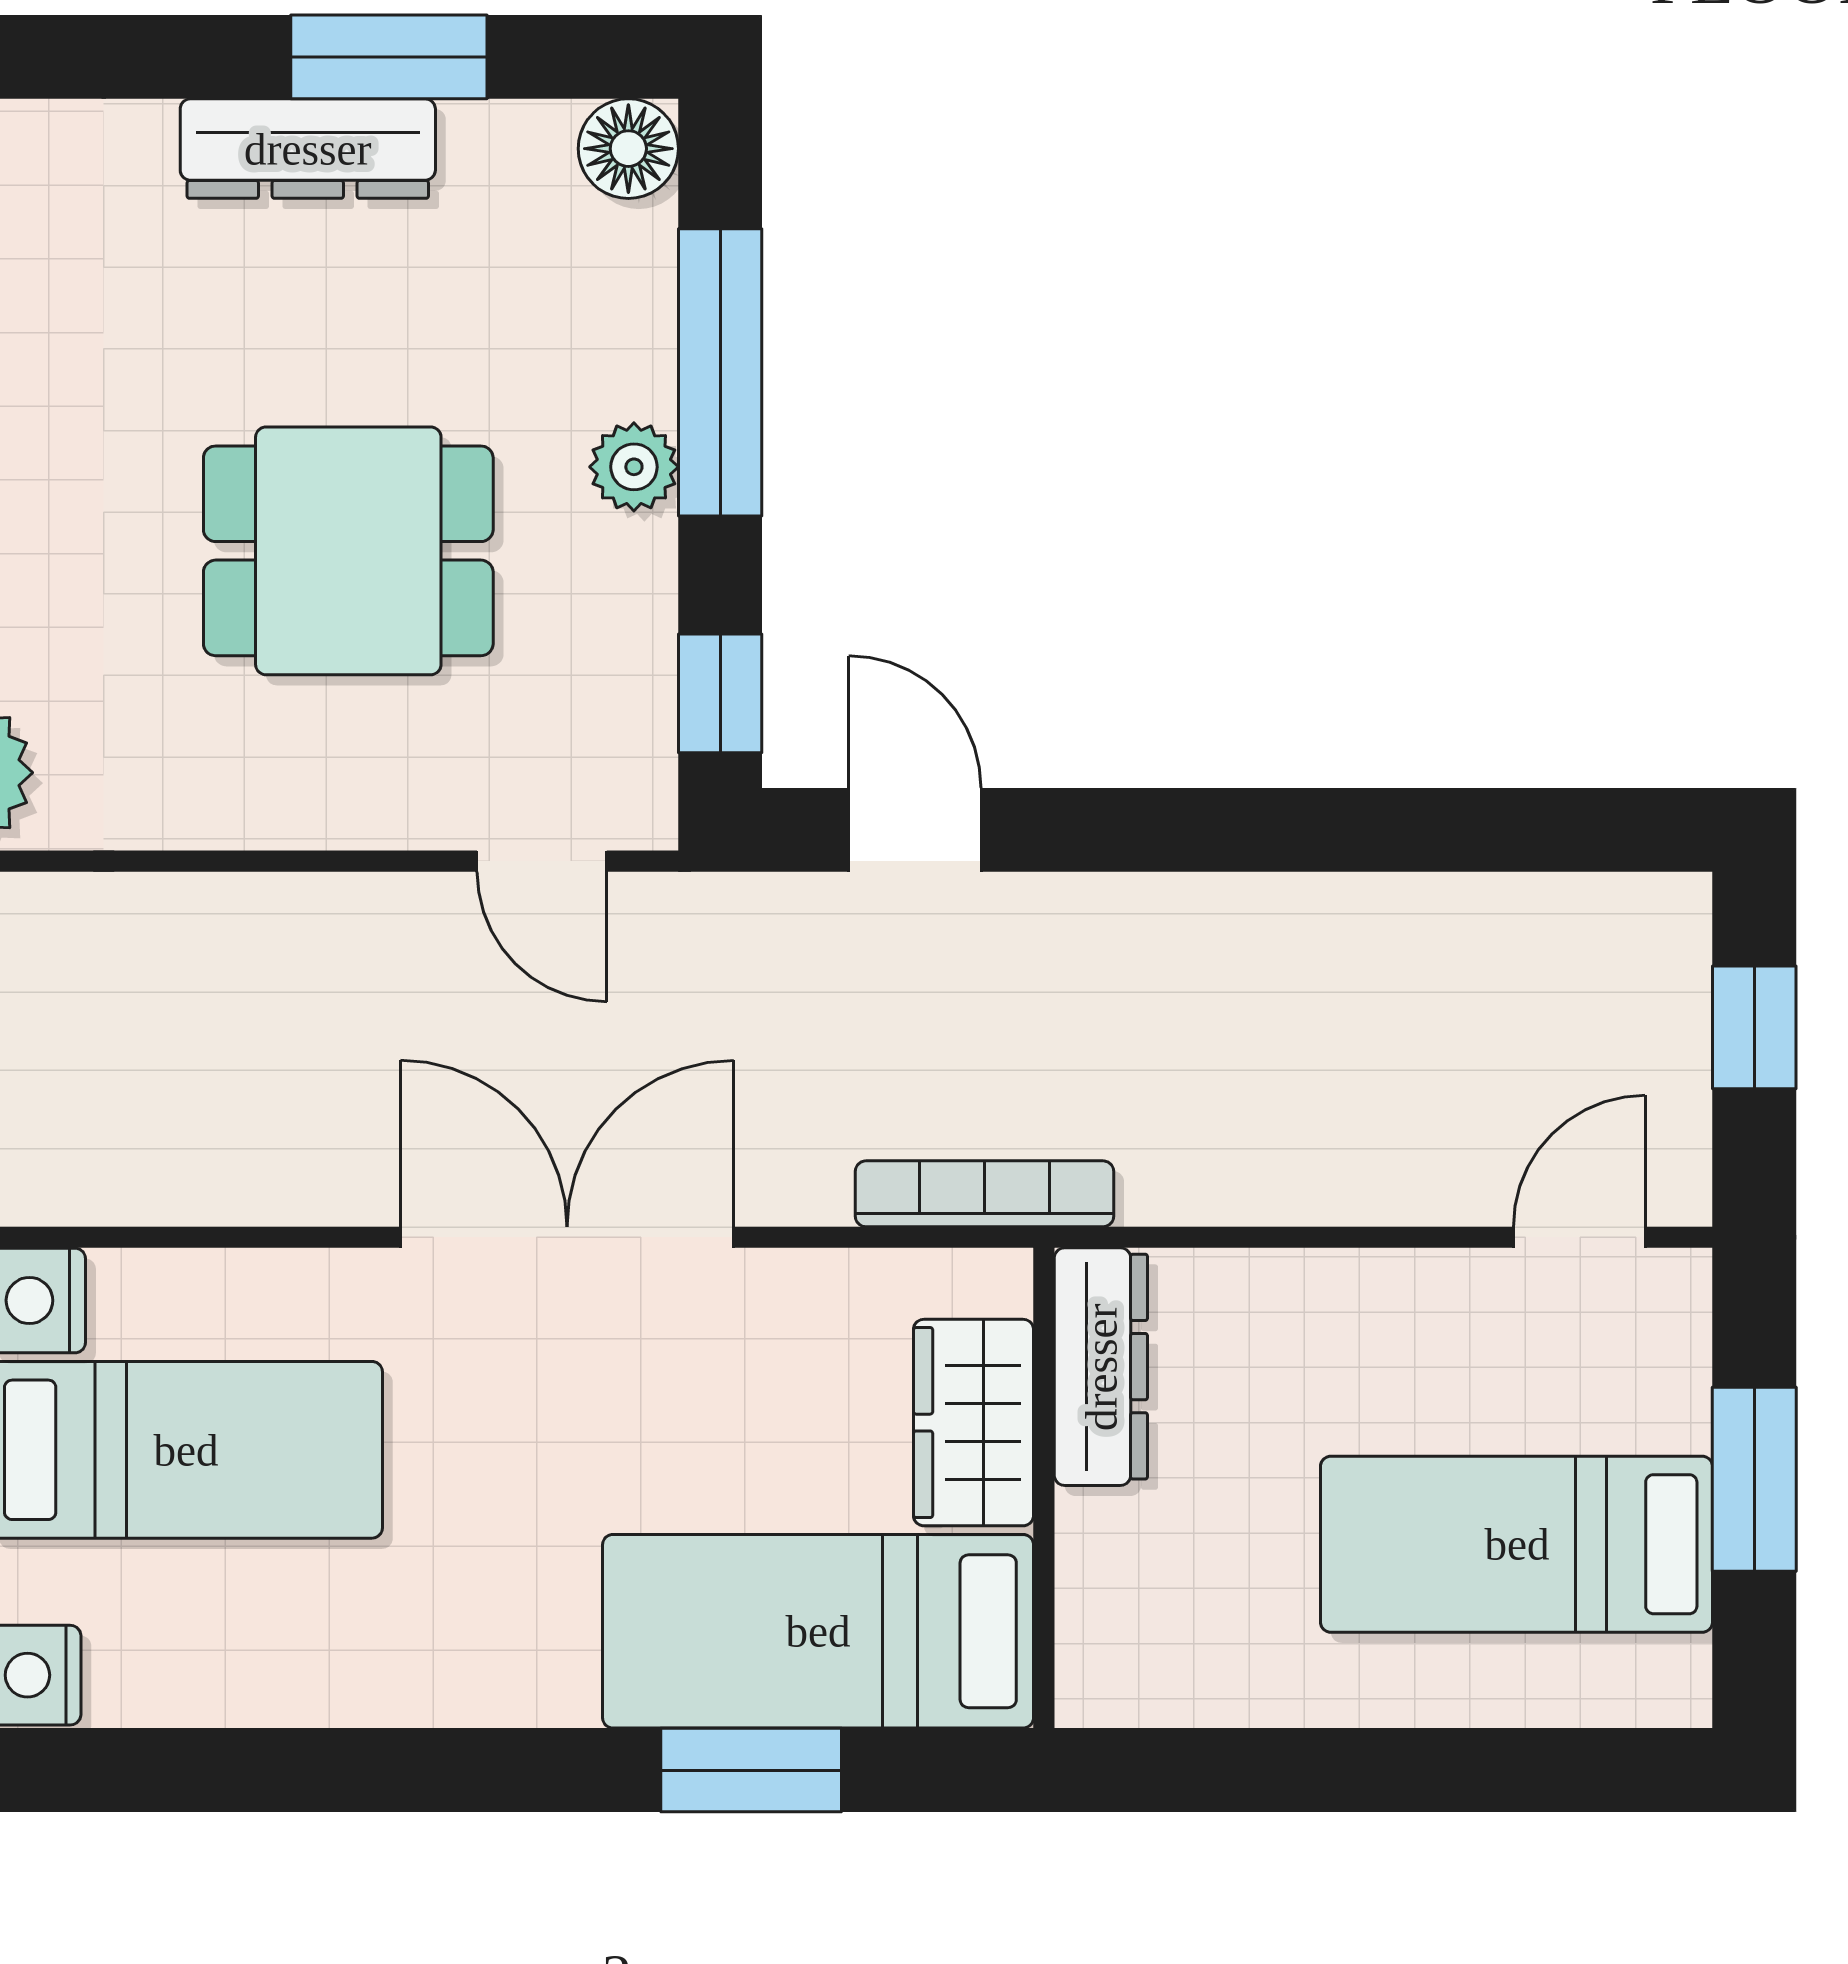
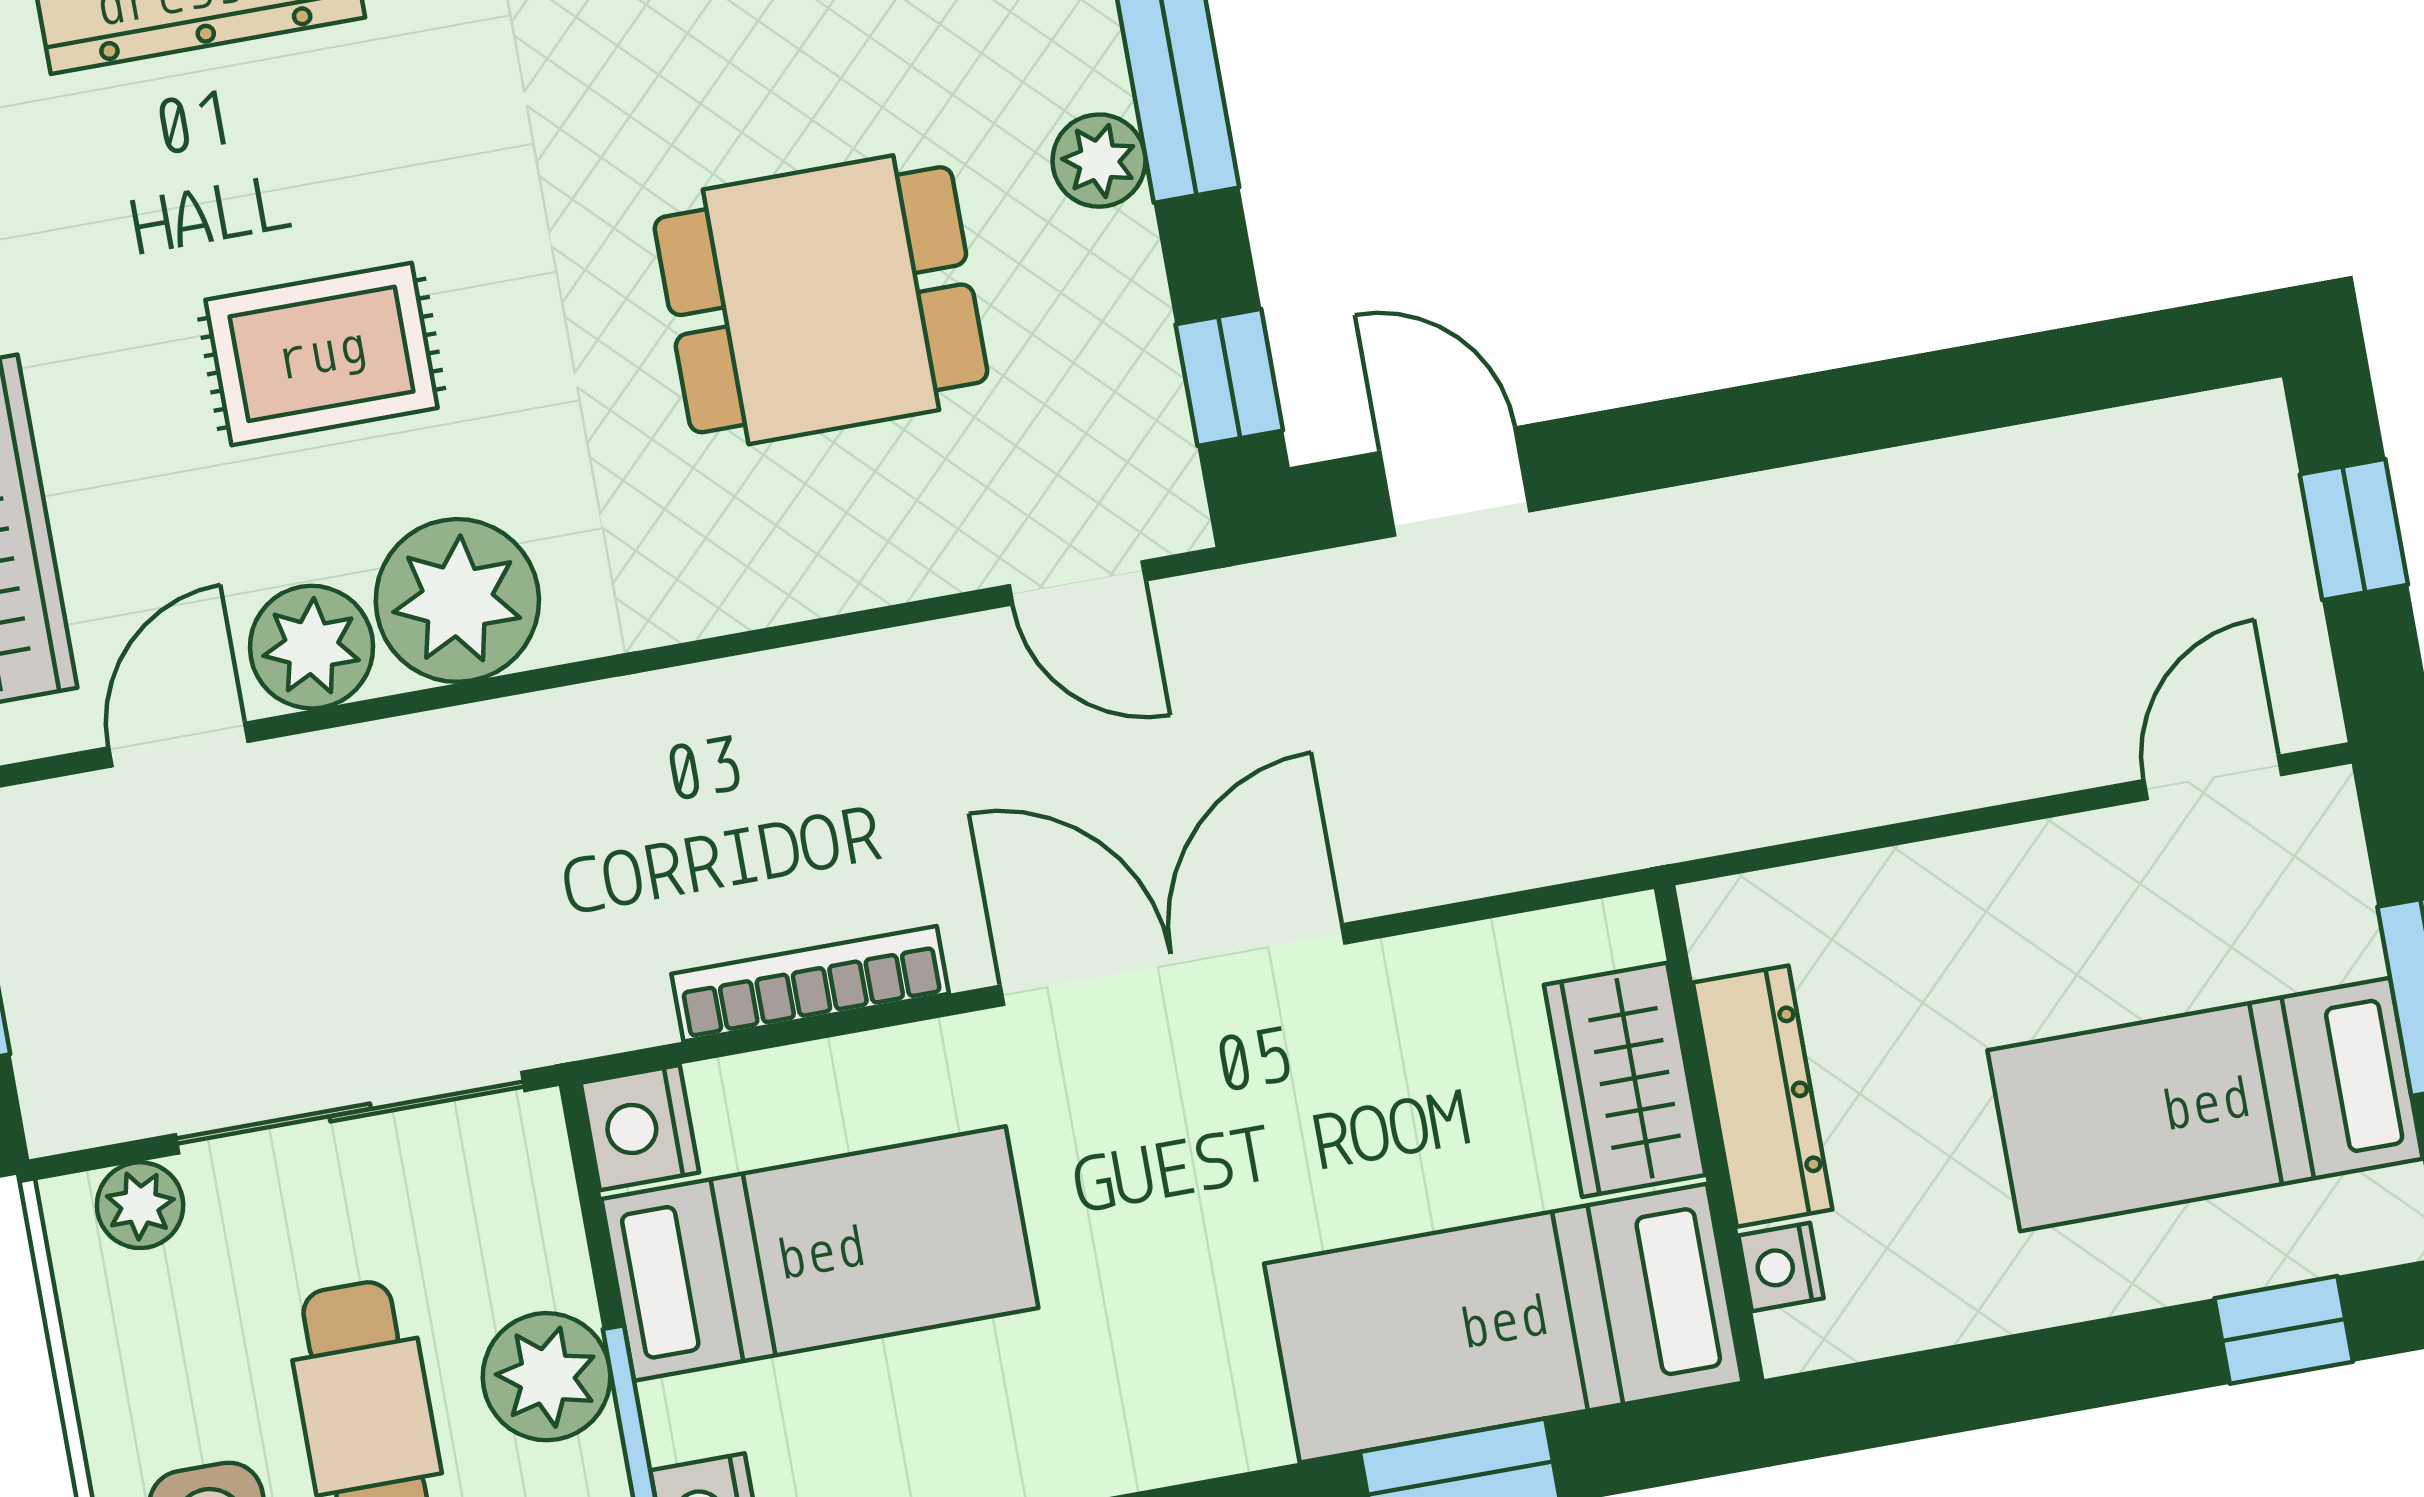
bookcase: (984, 1194) -> (810, 984), moved
dresser: (1101, 1367) -> (1763, 1096), moved
nightstand: (1089, 1625) -> (1781, 1267), added
window: (1552, 1770) -> (2284, 1330), added

